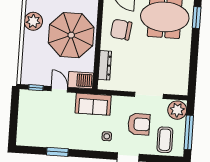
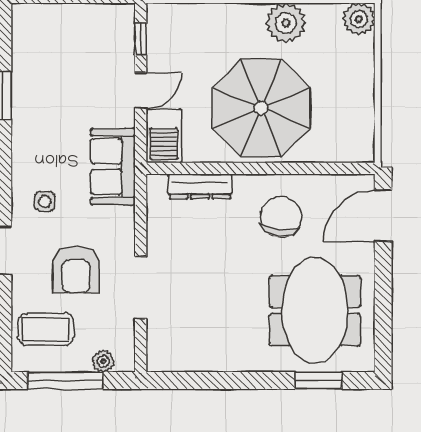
plant: (177, 110) -> (103, 361), width x0.53, depth x0.53

